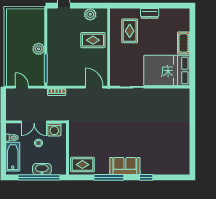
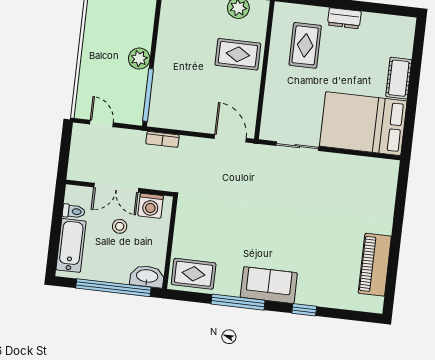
piano: (182, 148) -> (375, 265), added
washbasin: (42, 169) -> (147, 277), moved

